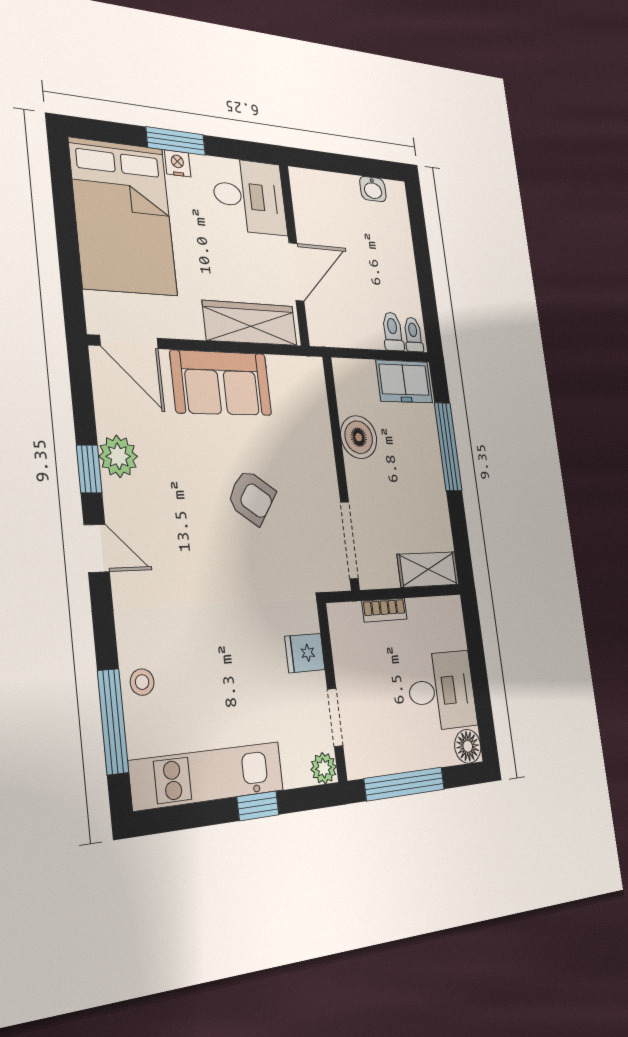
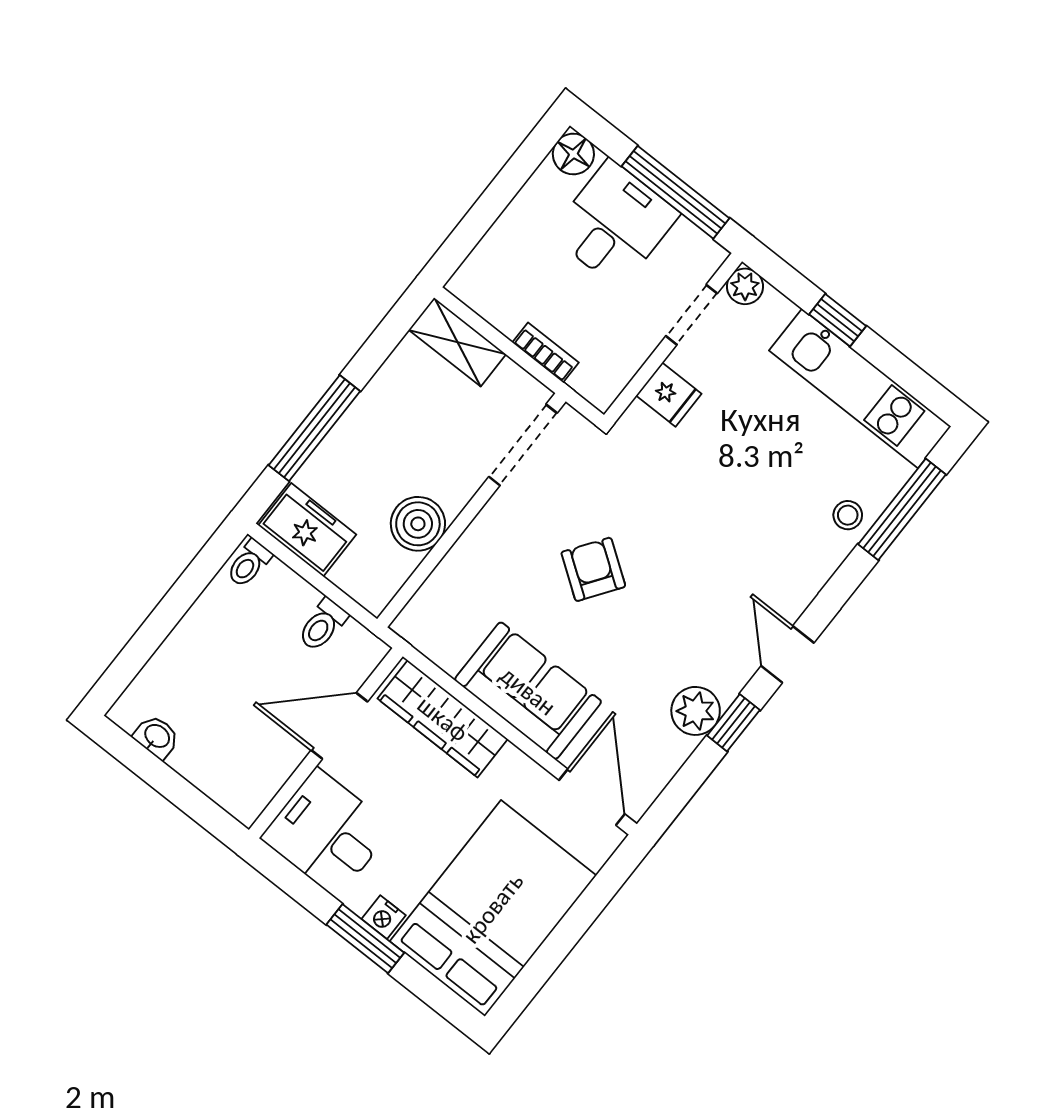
toilet: (393, 331) -> (323, 625), moved
desk: (442, 691) -> (614, 224), moved, turned 90

